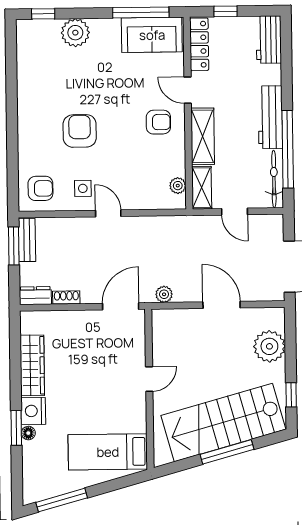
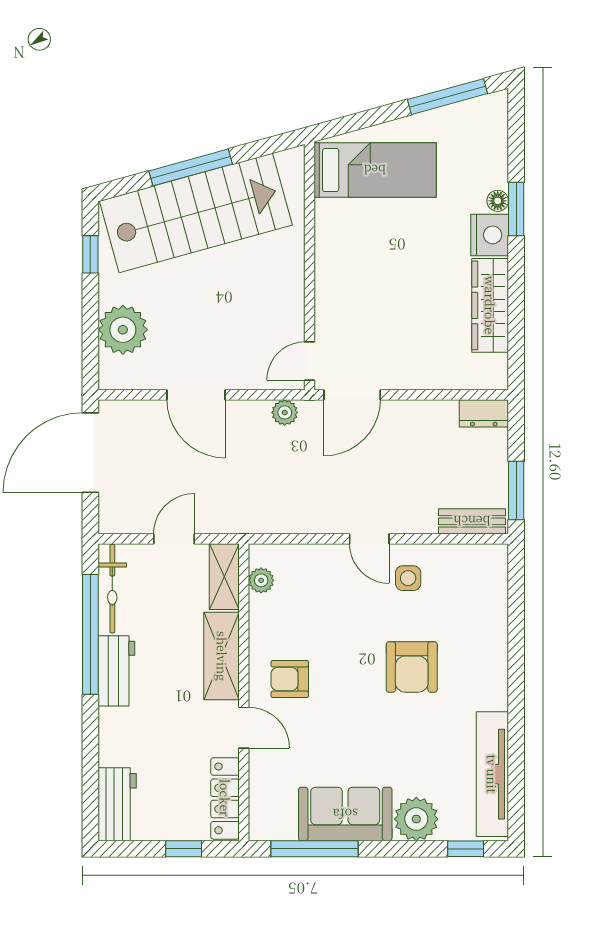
sofa: (152, 35) -> (345, 814), moved
tv unit: (27, 62) -> (492, 774), added
workbench: (270, 117) -> (116, 671), width x0.73
armchair: (40, 188) -> (473, 579), removed
door: (235, 212) -> (174, 539), hinge flipped
bench: (27, 240) -> (472, 521), moved, turned 90
shoe rack: (66, 297) -> (436, 410), removed
door: (149, 379) -> (310, 361), moved

